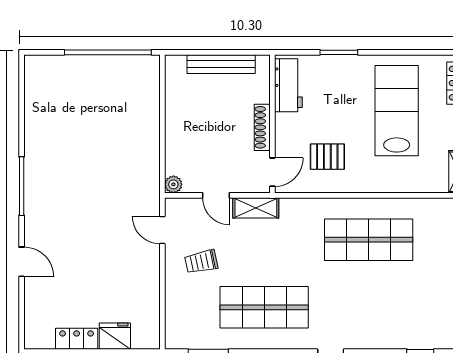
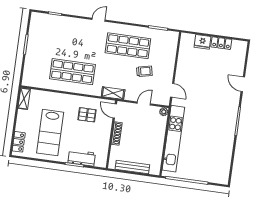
workbench: (288, 85) -> (82, 158), moved, turned 90
kitchen unit: (146, 133) -> (173, 139), added
door: (272, 172) -> (115, 111), hinge flipped
door: (216, 195) -> (144, 103), hinge flipped
shelving: (256, 208) -> (113, 93), moved
trolley: (201, 262) -> (144, 71), moved

